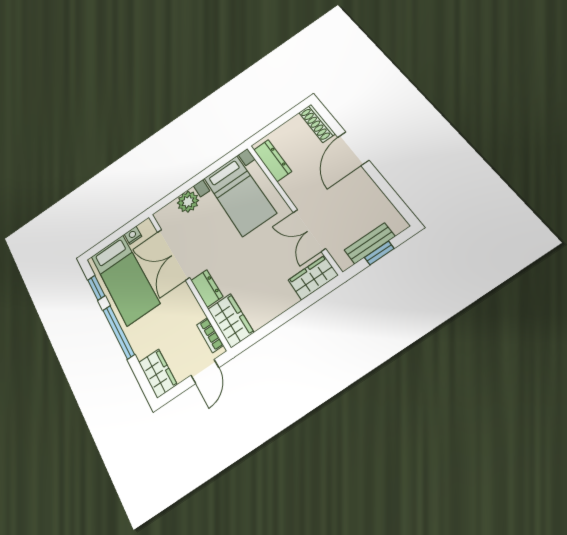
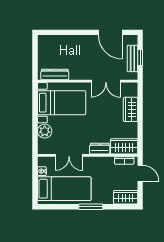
shoe rack: (317, 123) -> (51, 40), removed
door: (353, 149) -> (110, 32), moved
double door: (173, 255) -> (69, 155), width x0.73
wardrobe: (313, 278) -> (130, 109), moved
window: (96, 288) -> (58, 207), removed
window: (119, 332) -> (91, 207), width x0.69

